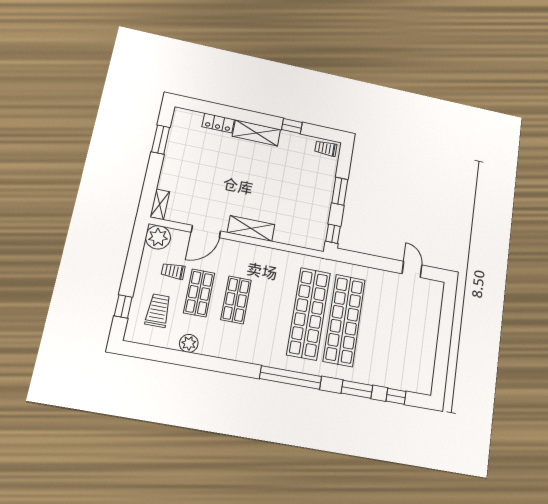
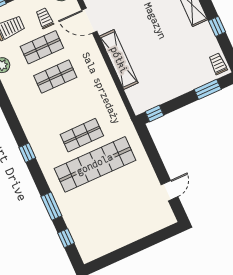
window: (340, 191) -> (208, 89), moved
shelving: (251, 228) -> (119, 60), width x1.47
shop shelf: (309, 313) -> (82, 135), width x0.50, depth x0.74
window: (291, 378) -> (27, 153), width x0.32

